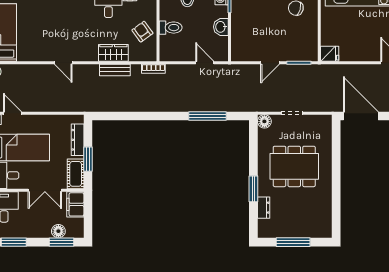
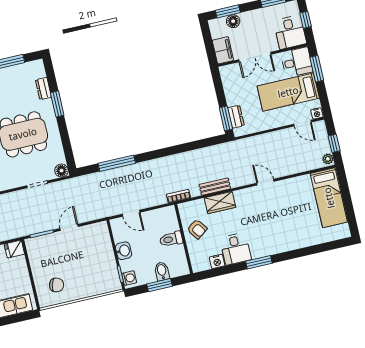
dresser: (78, 140) -> (236, 117), width x0.70
window: (88, 159) -> (226, 118), moved
cot: (76, 174) -> (229, 79), removed
double door: (45, 190) -> (255, 57), swing flipped

